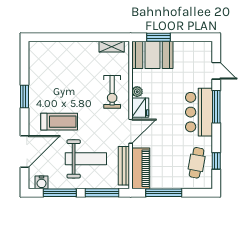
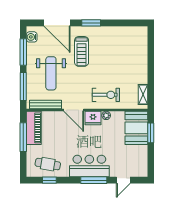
exercise bike: (112, 92) -> (106, 95), turned 180
window: (24, 96) -> (91, 23), moved
piano: (141, 168) -> (34, 128), moved, turned -90

